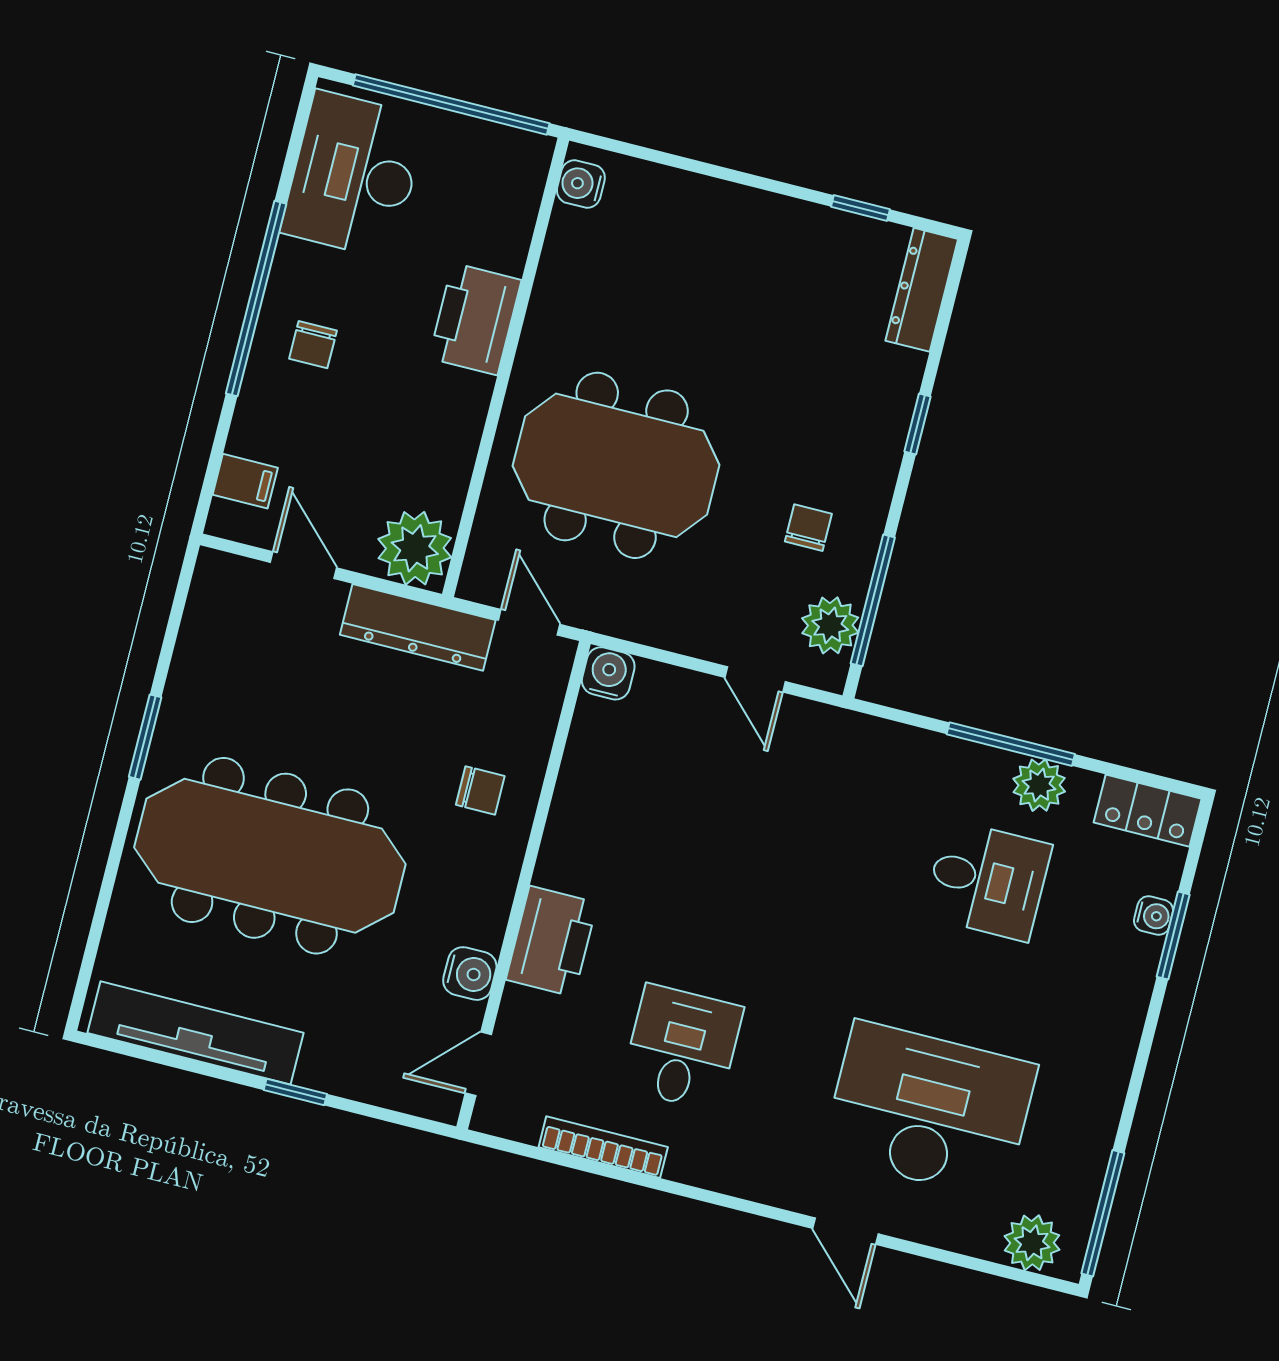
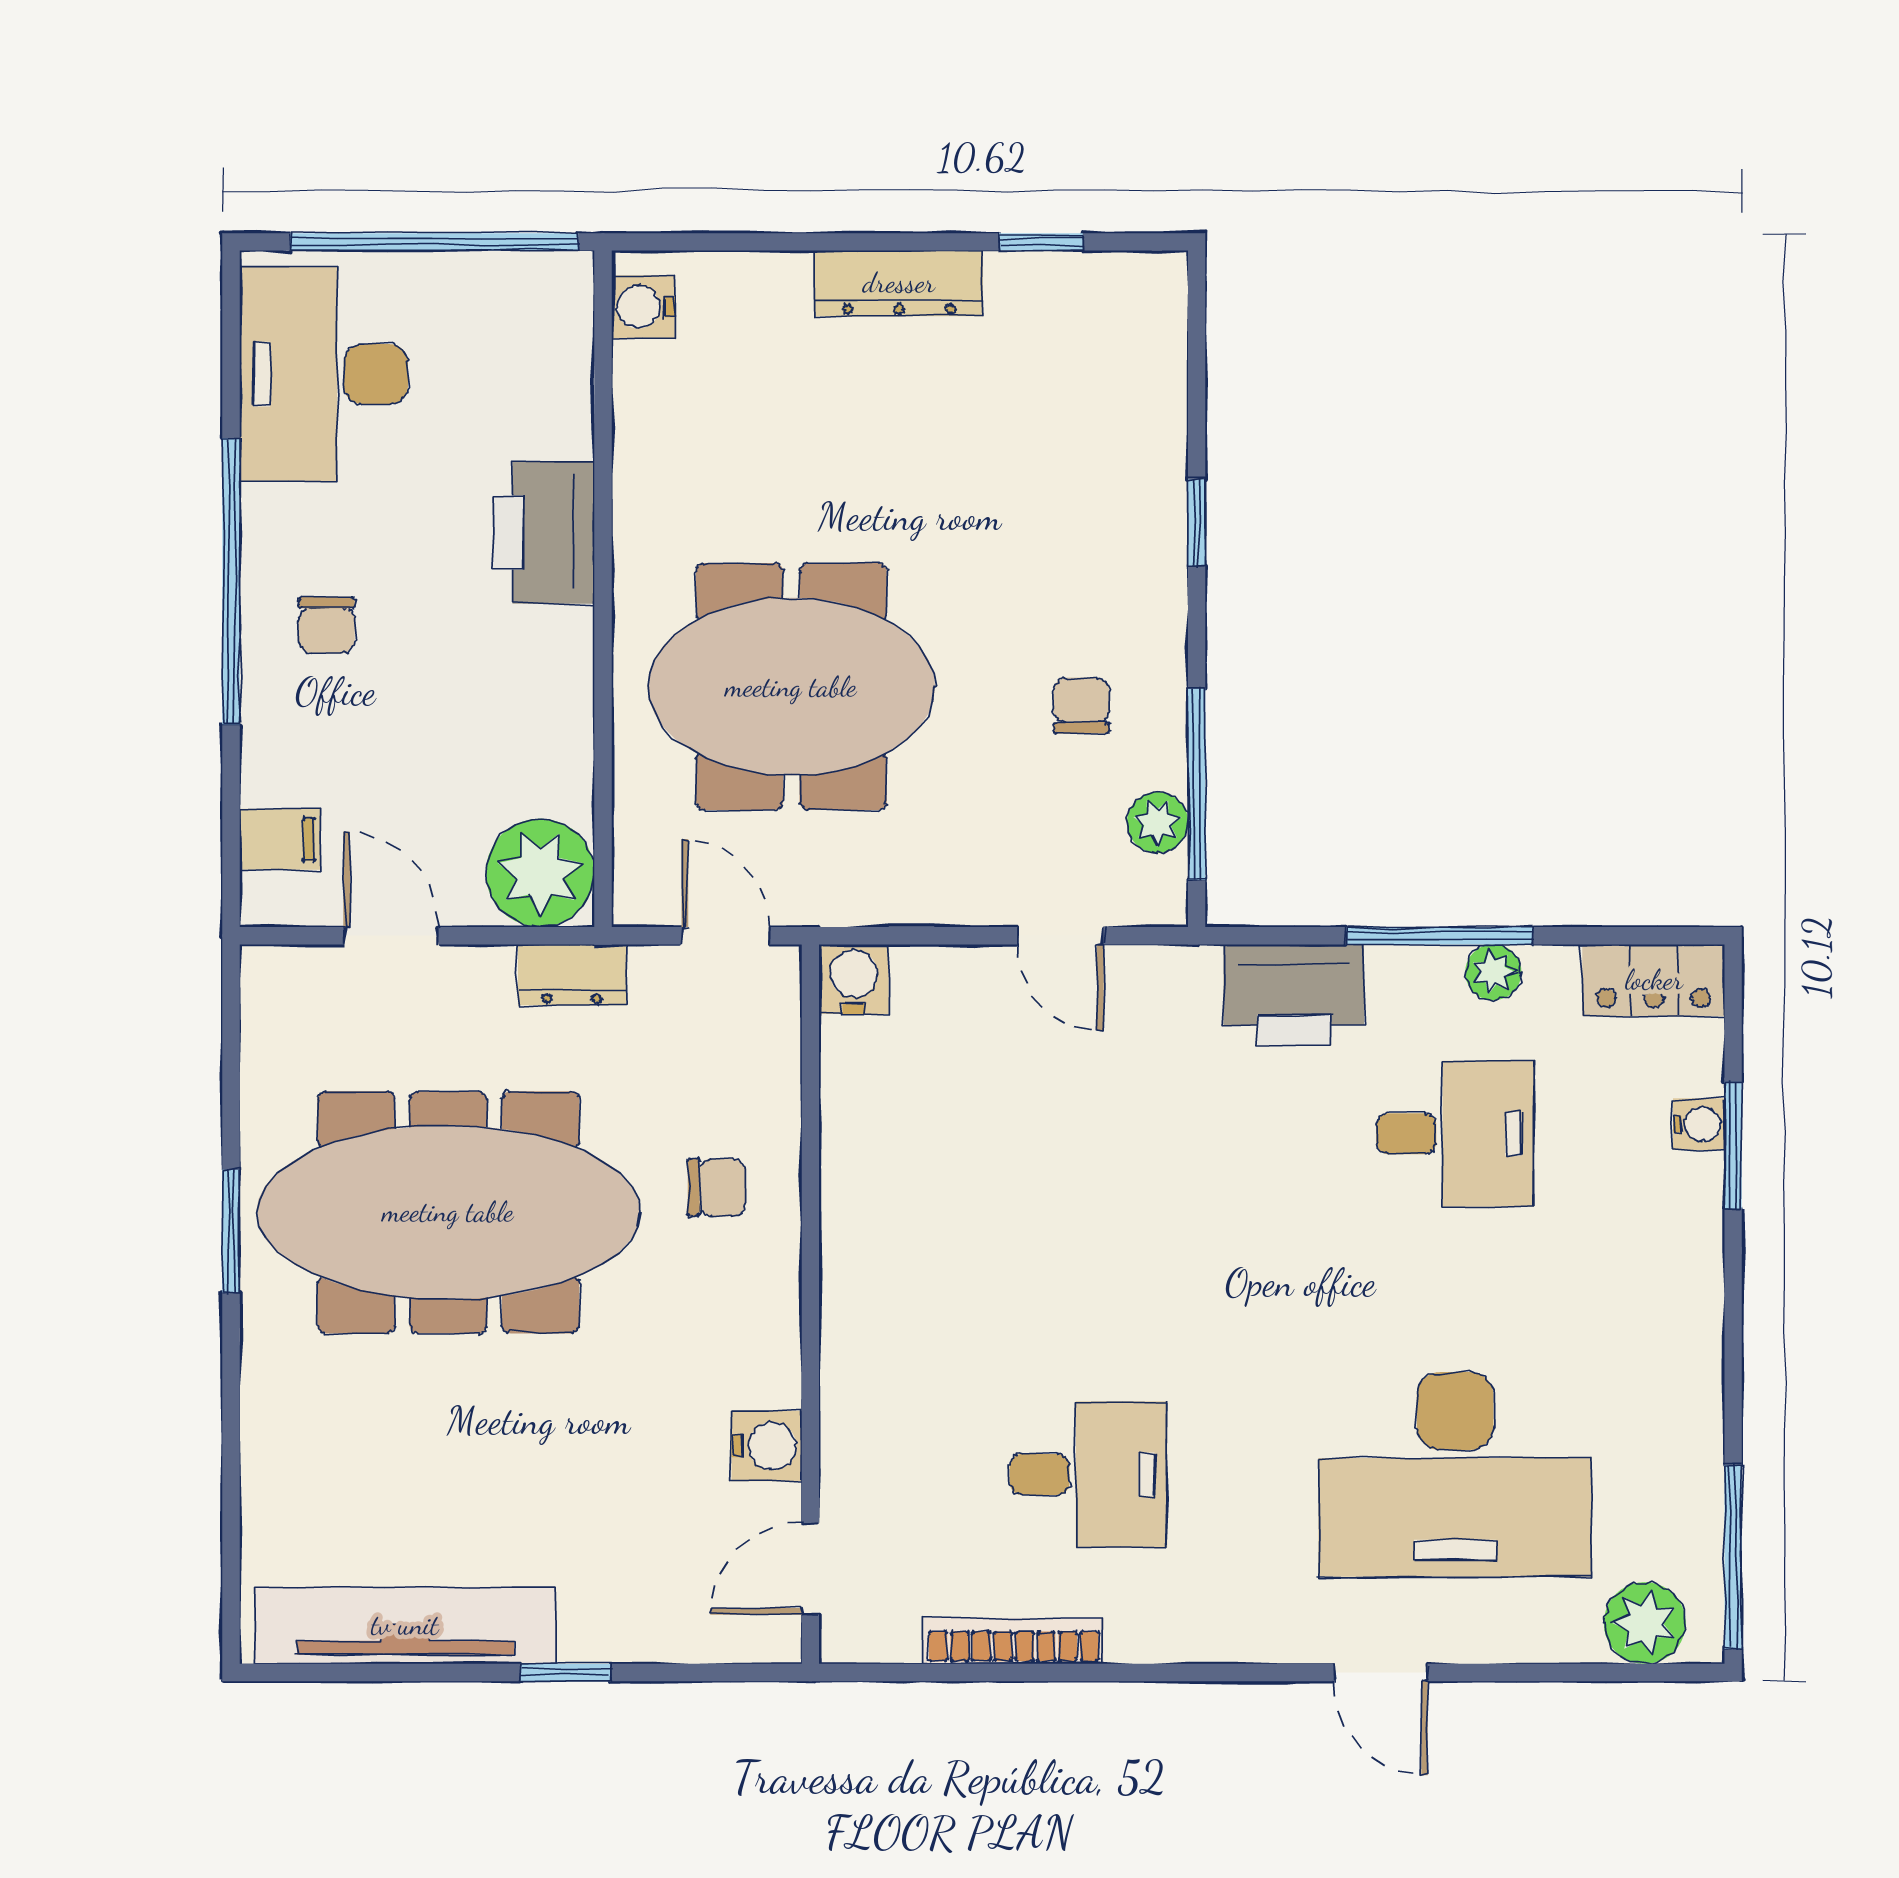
dresser: (922, 290) -> (899, 283), moved, turned -90
plant: (830, 625) -> (1158, 823), width x0.73, depth x0.73
dresser: (418, 627) -> (572, 975), width x0.51, depth x0.80
plant: (1039, 785) -> (1493, 972), width x0.73, depth x0.73
meeting table: (270, 856) -> (448, 1212), moved
printer: (552, 941) -> (1294, 995), moved, turned 90
desk: (682, 1048) -> (1088, 1474), turned 90
desk: (929, 1110) -> (1455, 1474), turned 180

